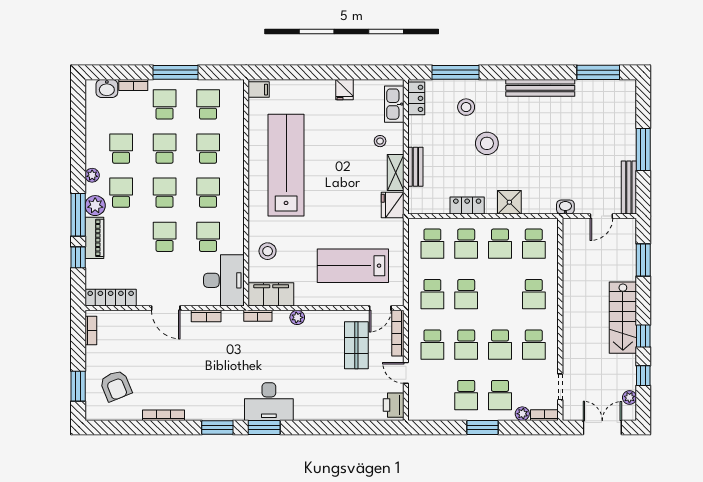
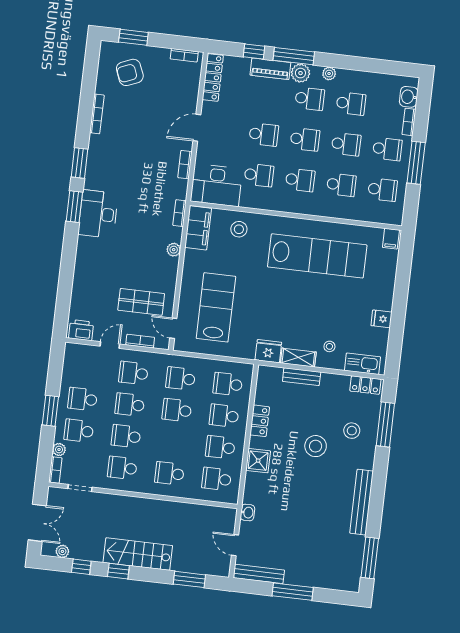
bookcase: (398, 333) -> (140, 341), width x0.64

